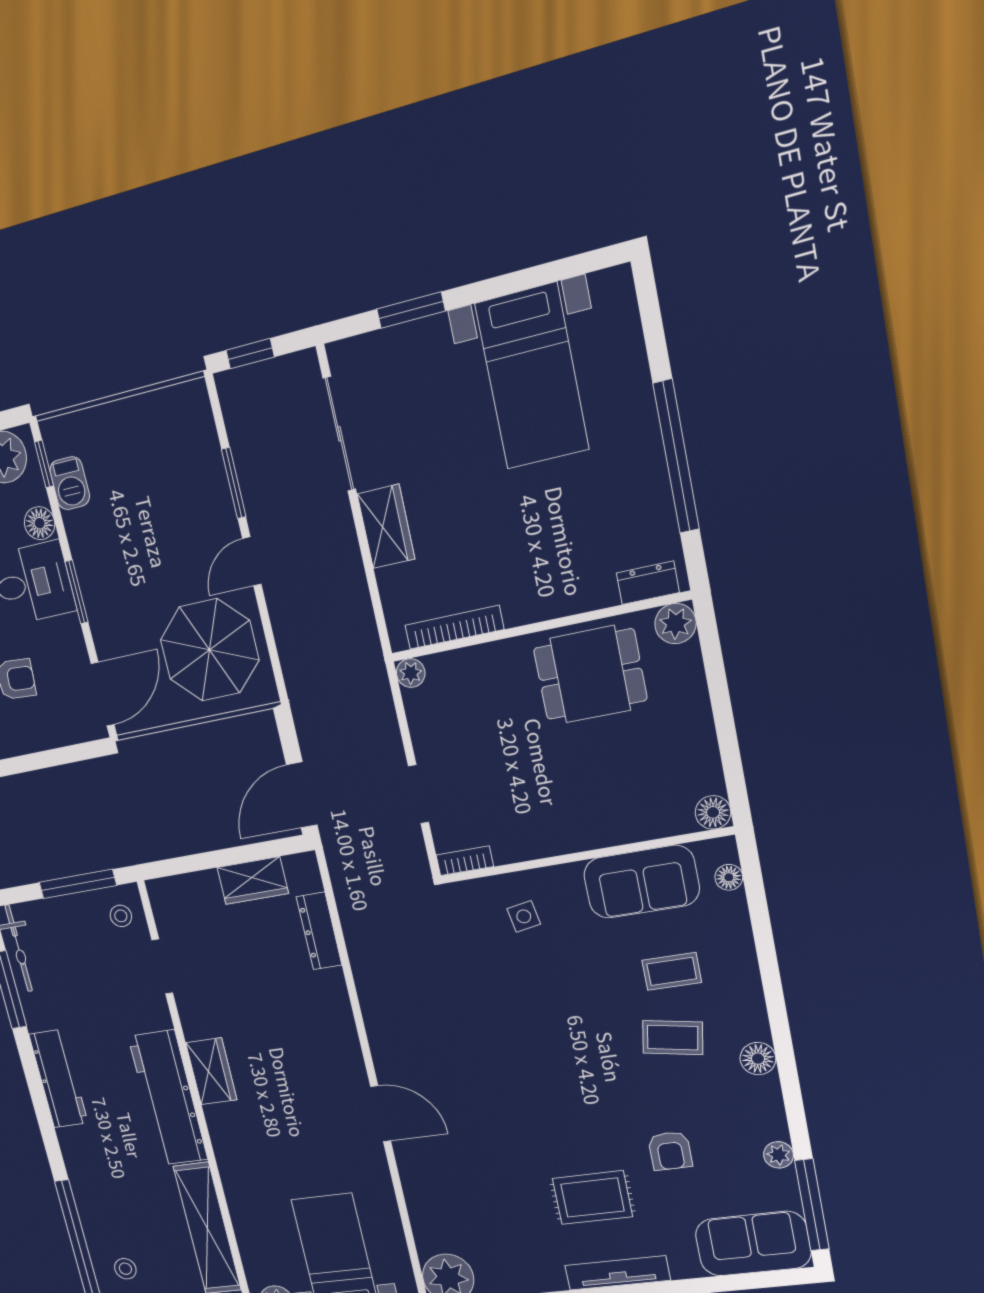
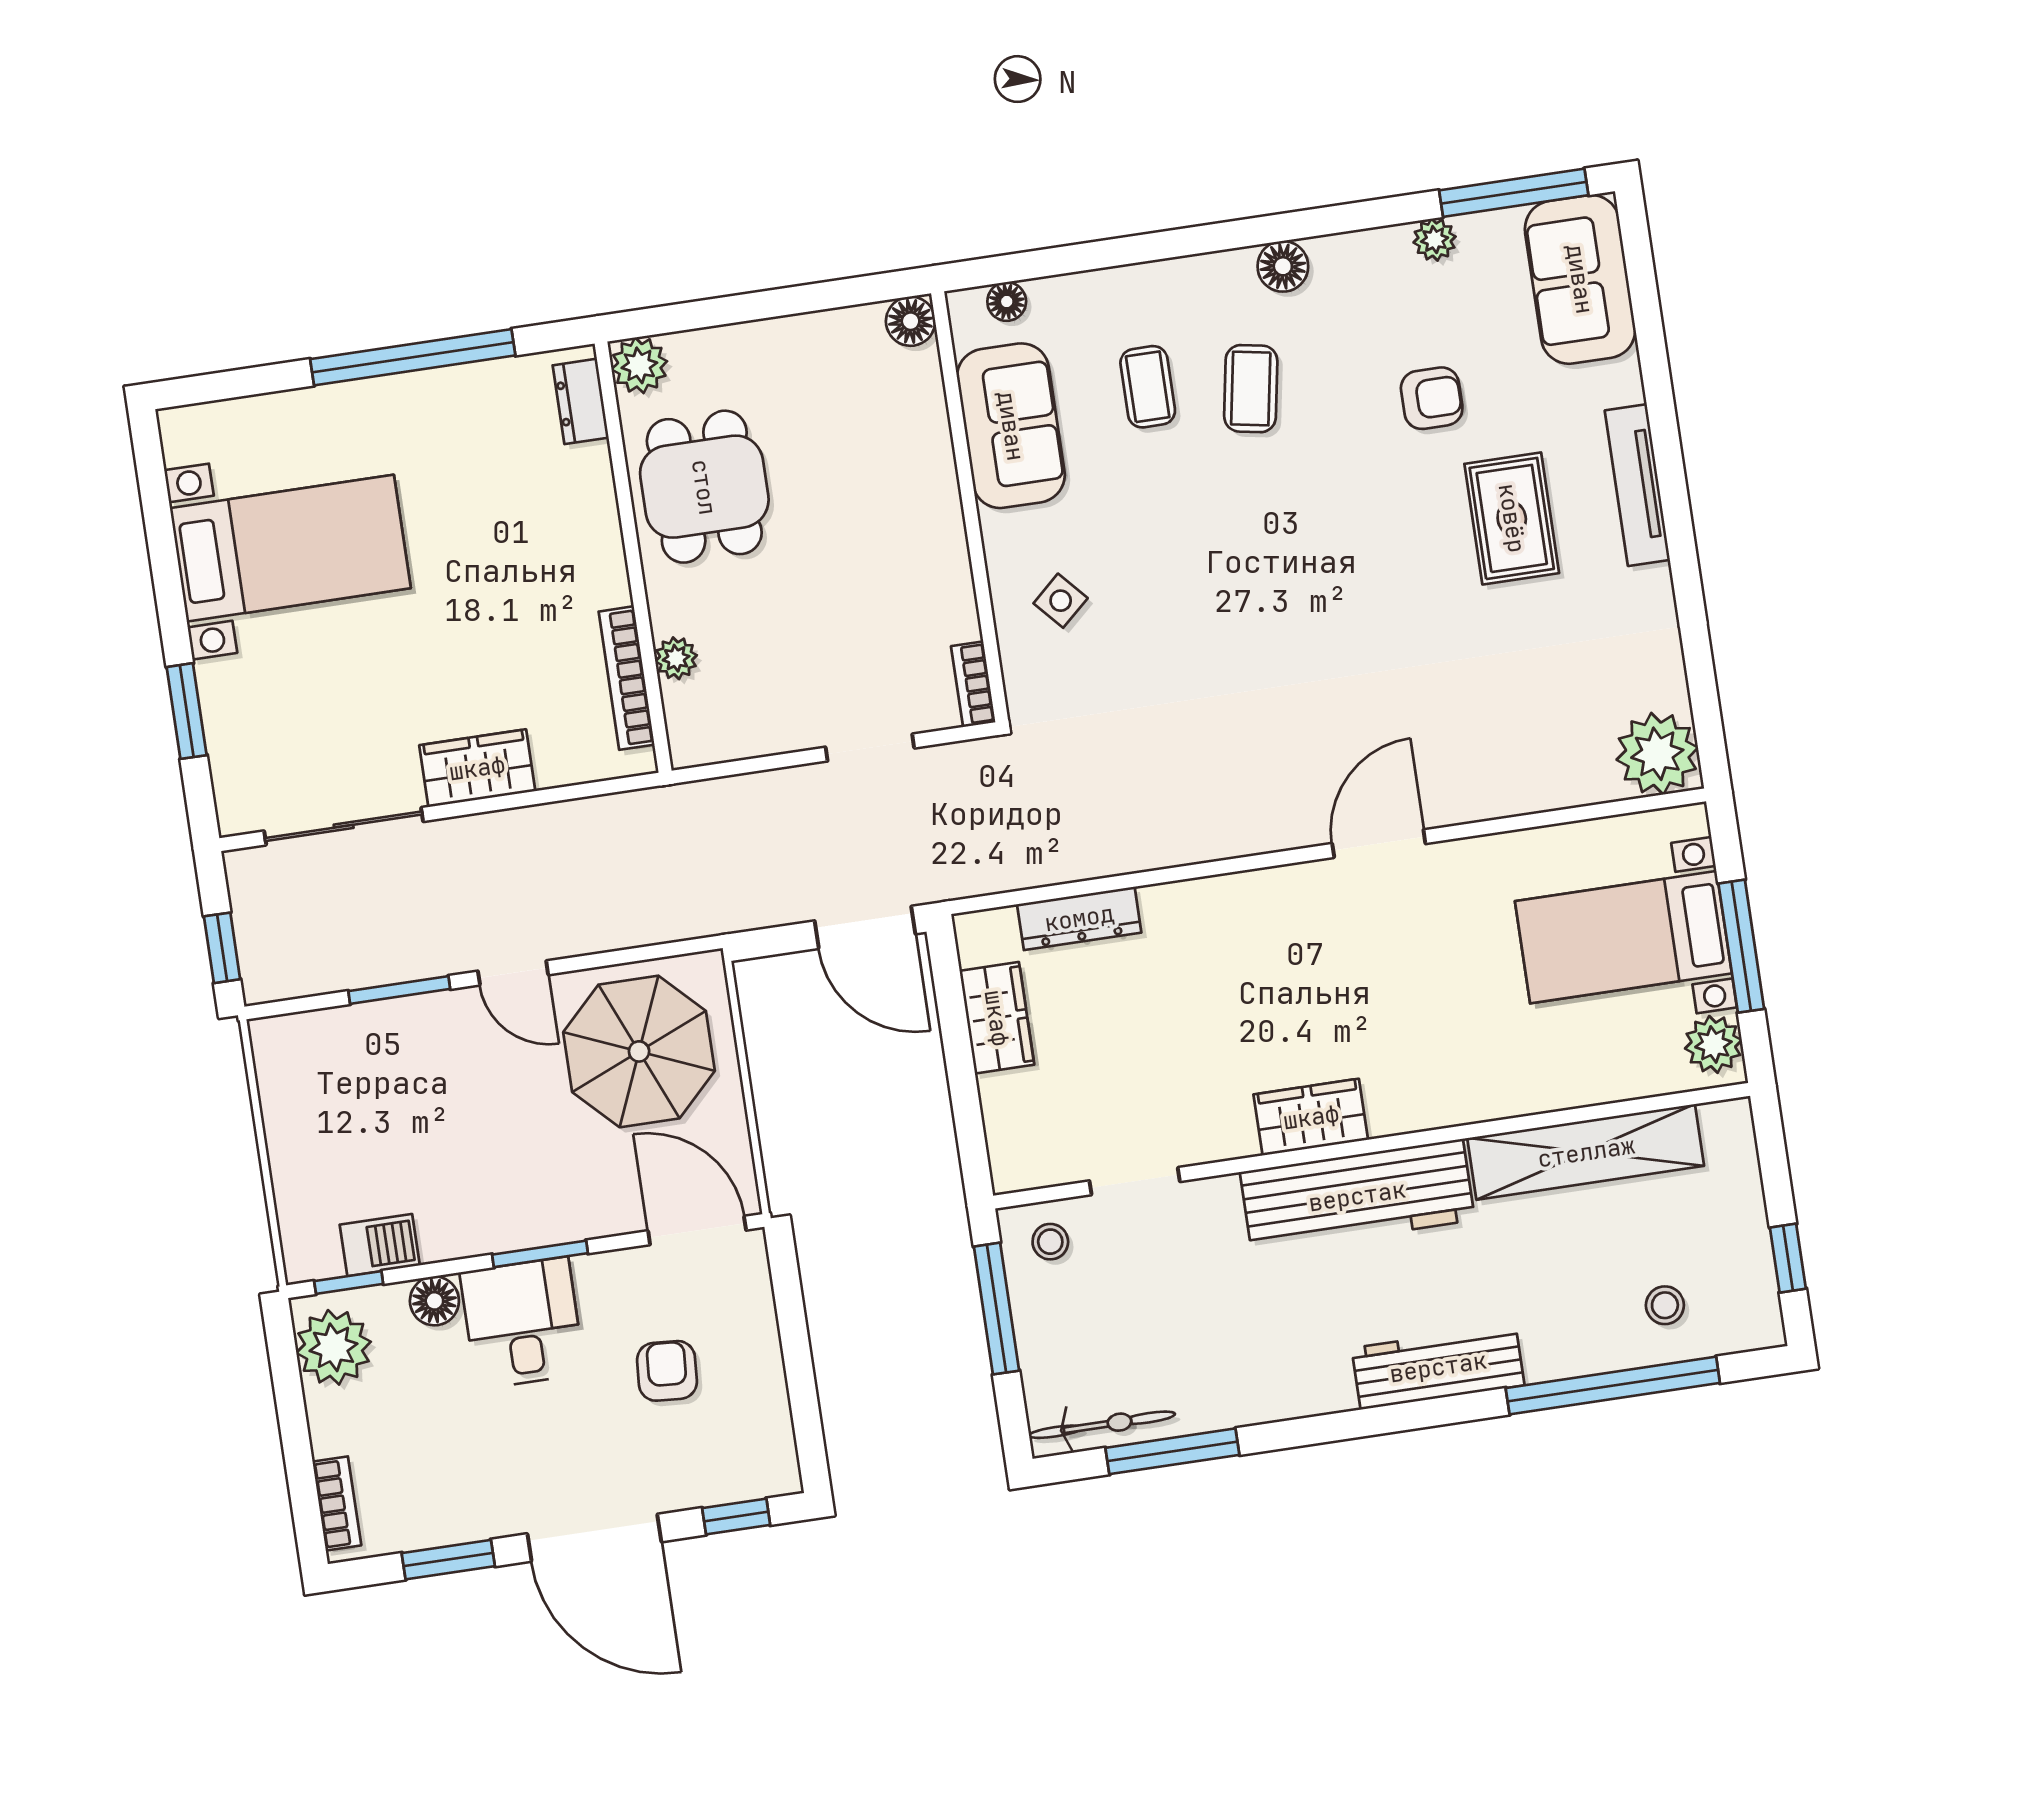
plant: (411, 673) -> (676, 658), moved
side table: (524, 916) -> (1061, 601), turned -32
workbench: (59, 1079) -> (1438, 1367), moved

